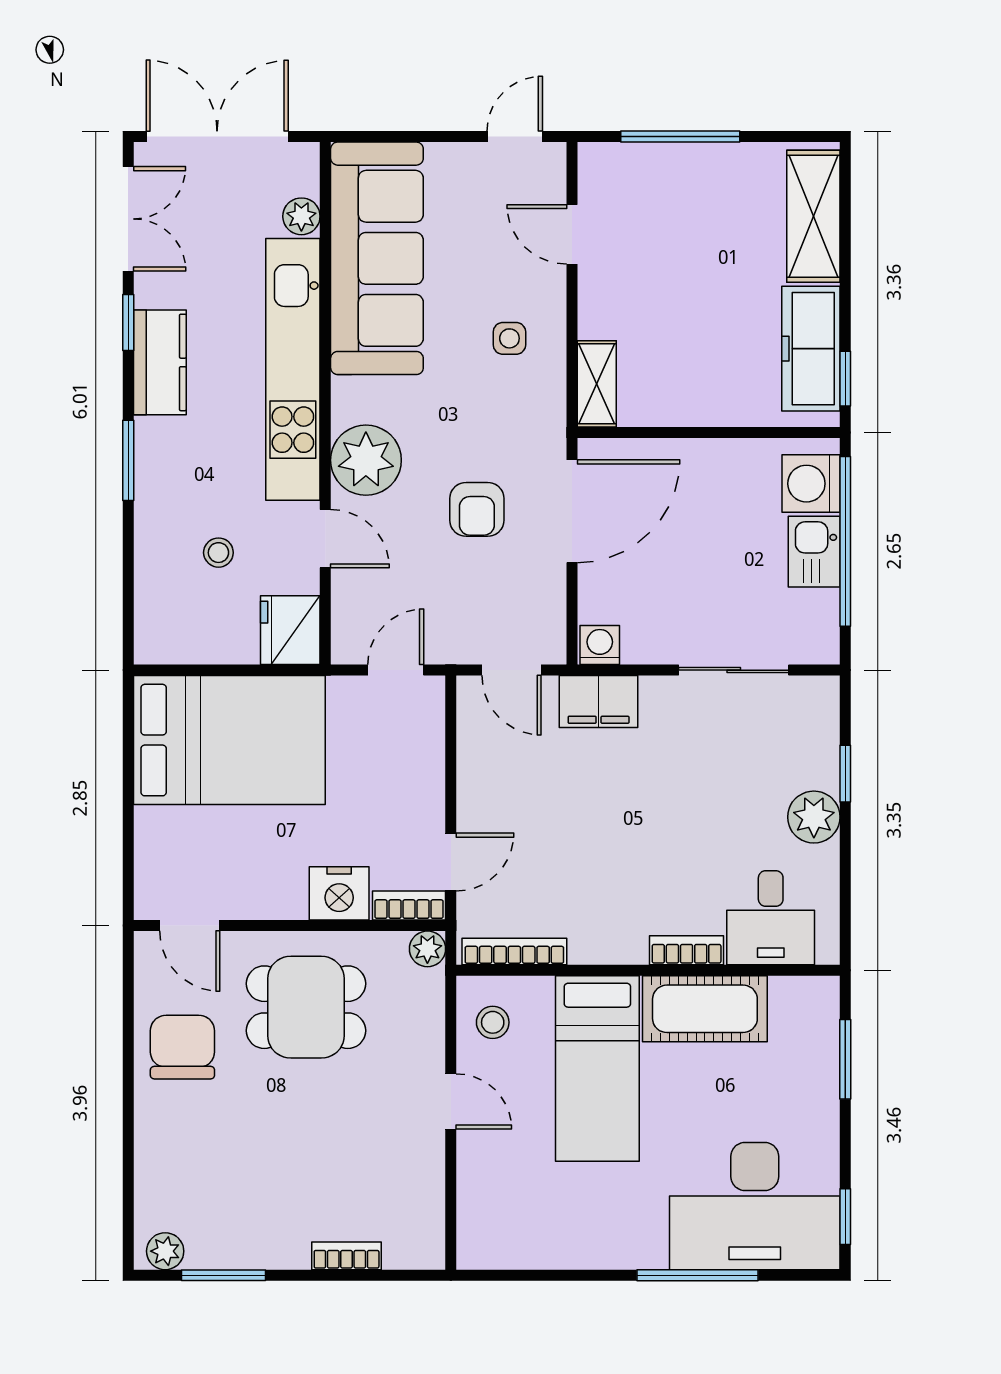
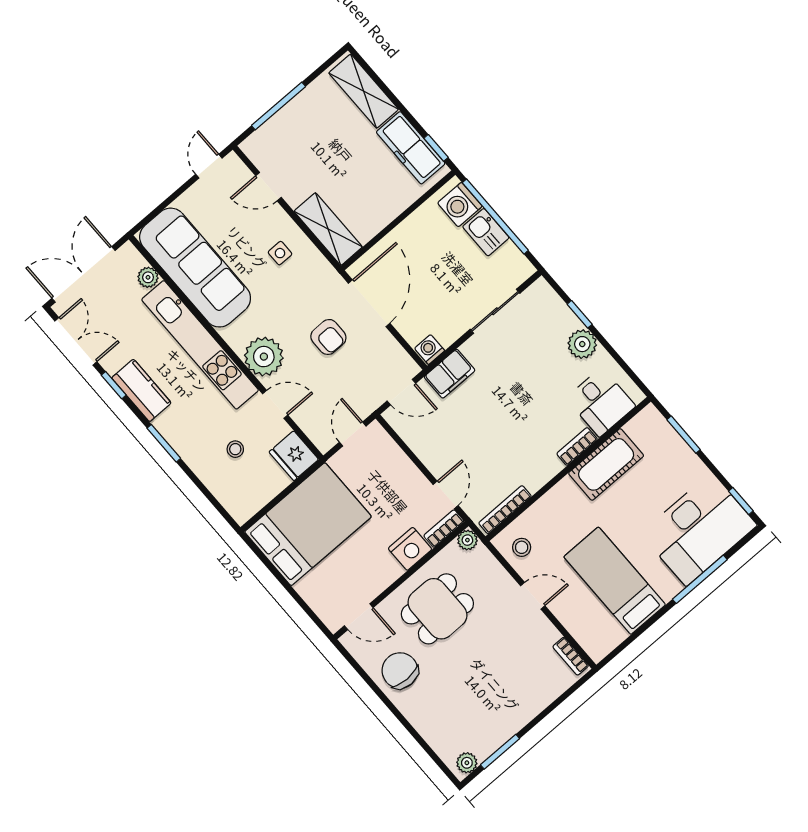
shelving: (597, 384) -> (328, 229), width x1.50, depth x1.33
bed: (597, 1069) -> (615, 581), moved, turned 180
bookcase: (347, 1256) -> (571, 656), moved, turned -90

